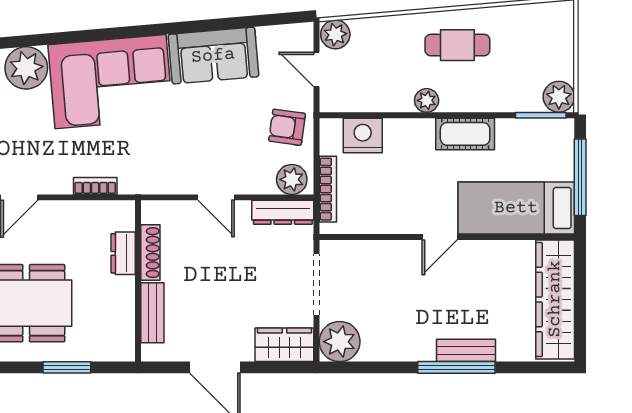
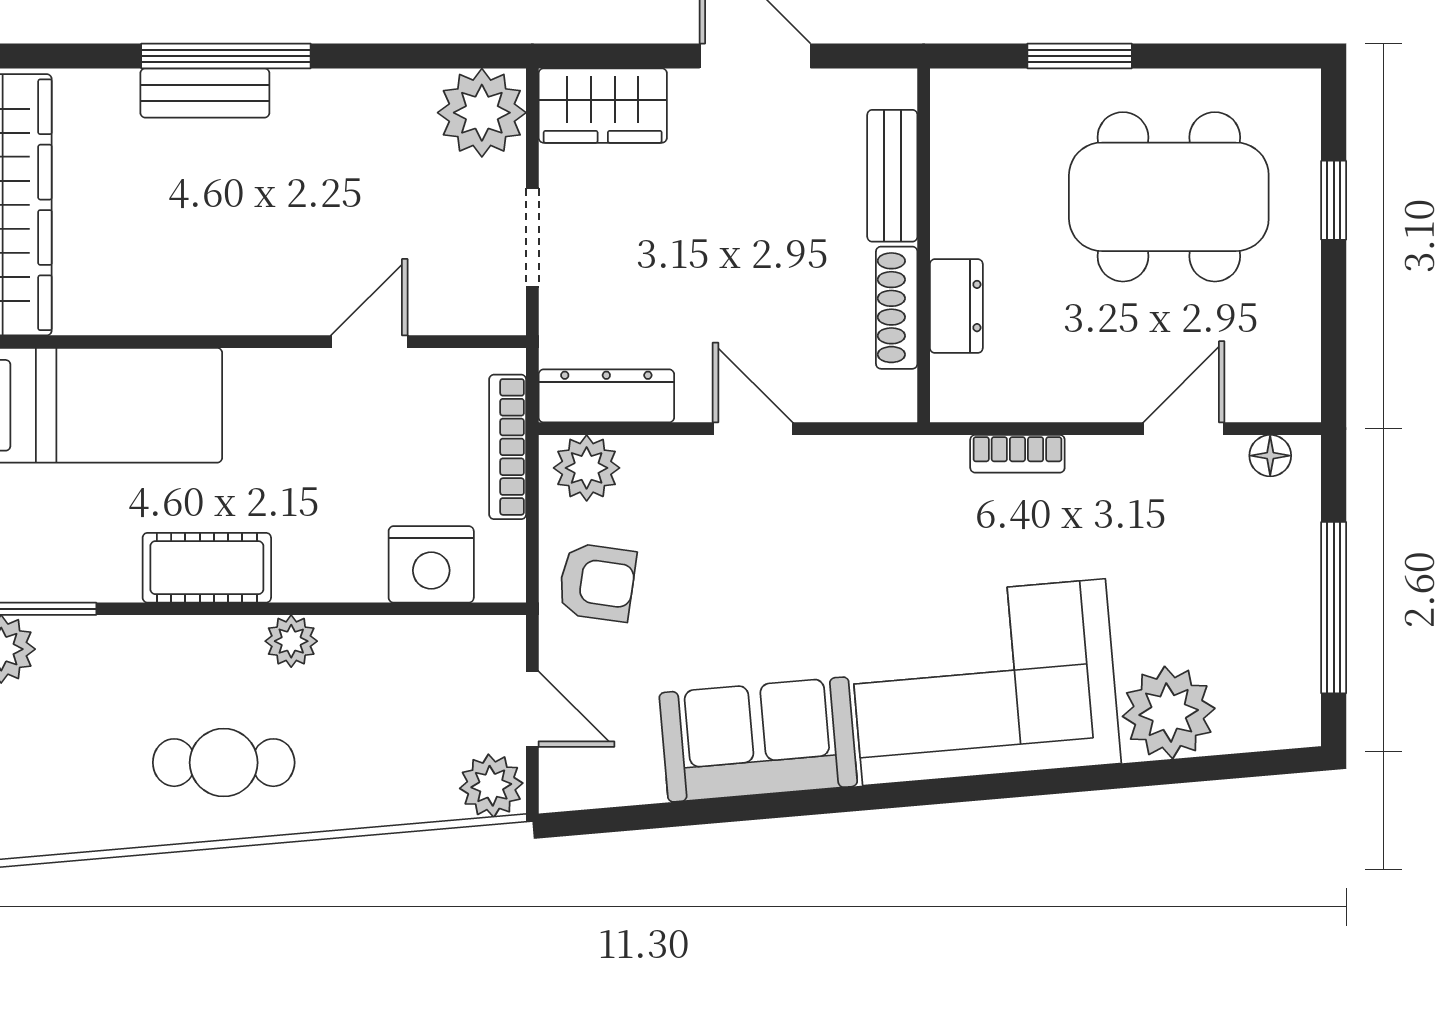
door: (440, 237) -> (369, 342), moved
doorway: (317, 285) -> (532, 238), width x0.73

